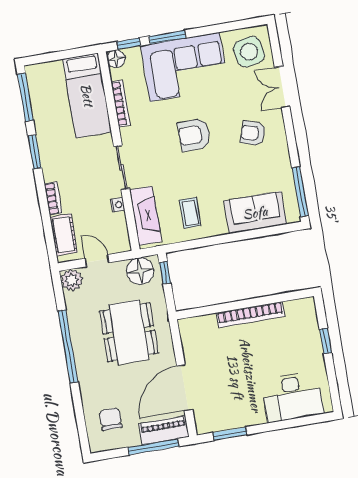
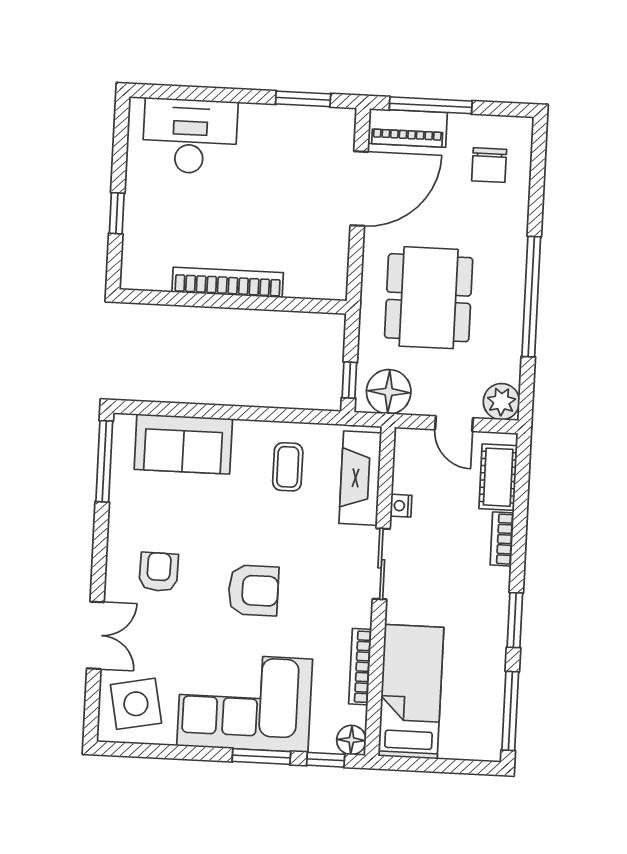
armchair: (253, 133) -> (159, 572), turned -107

